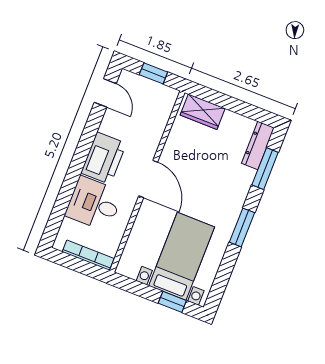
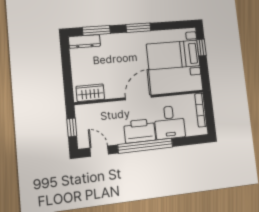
door: (105, 93) -> (99, 151), hinge flipped
wardrobe: (203, 112) -> (90, 93), moved, turned -90
window: (81, 156) -> (145, 146), added

